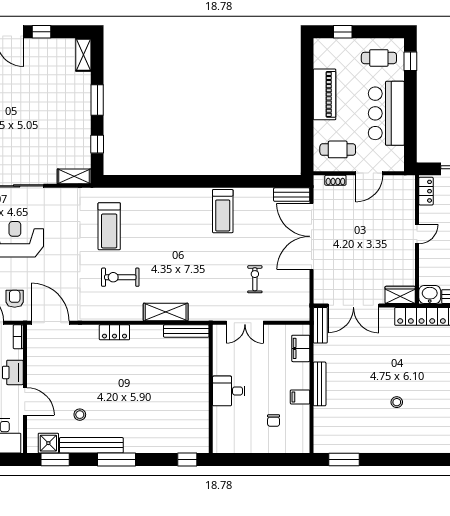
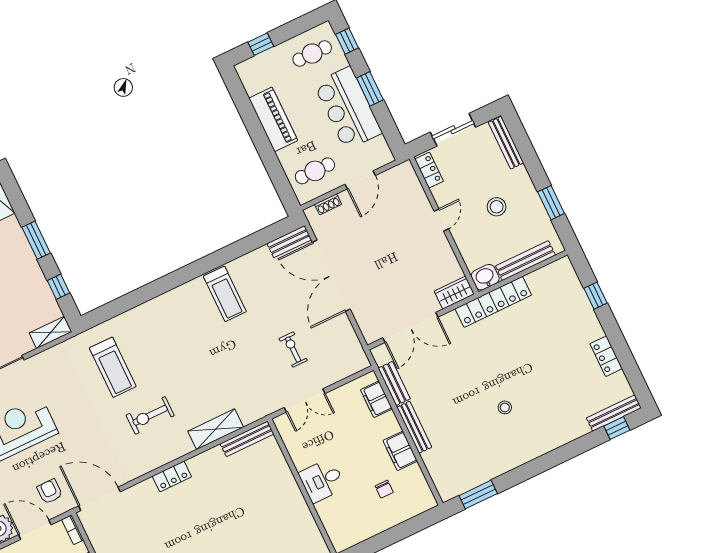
window: (410, 107) -> (370, 89), added
bench: (320, 325) -> (394, 383), moved
filing cabinet: (300, 397) -> (400, 451), width x2.00

